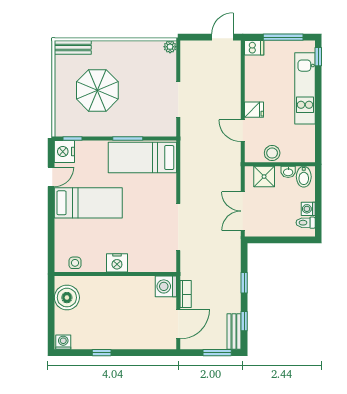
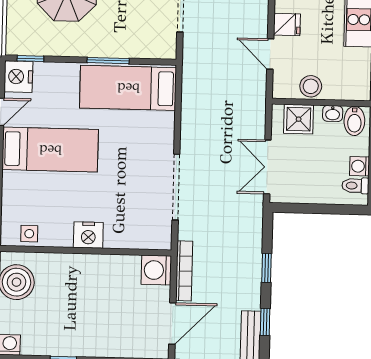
bookcase: (186, 294) -> (184, 271), width x1.56

